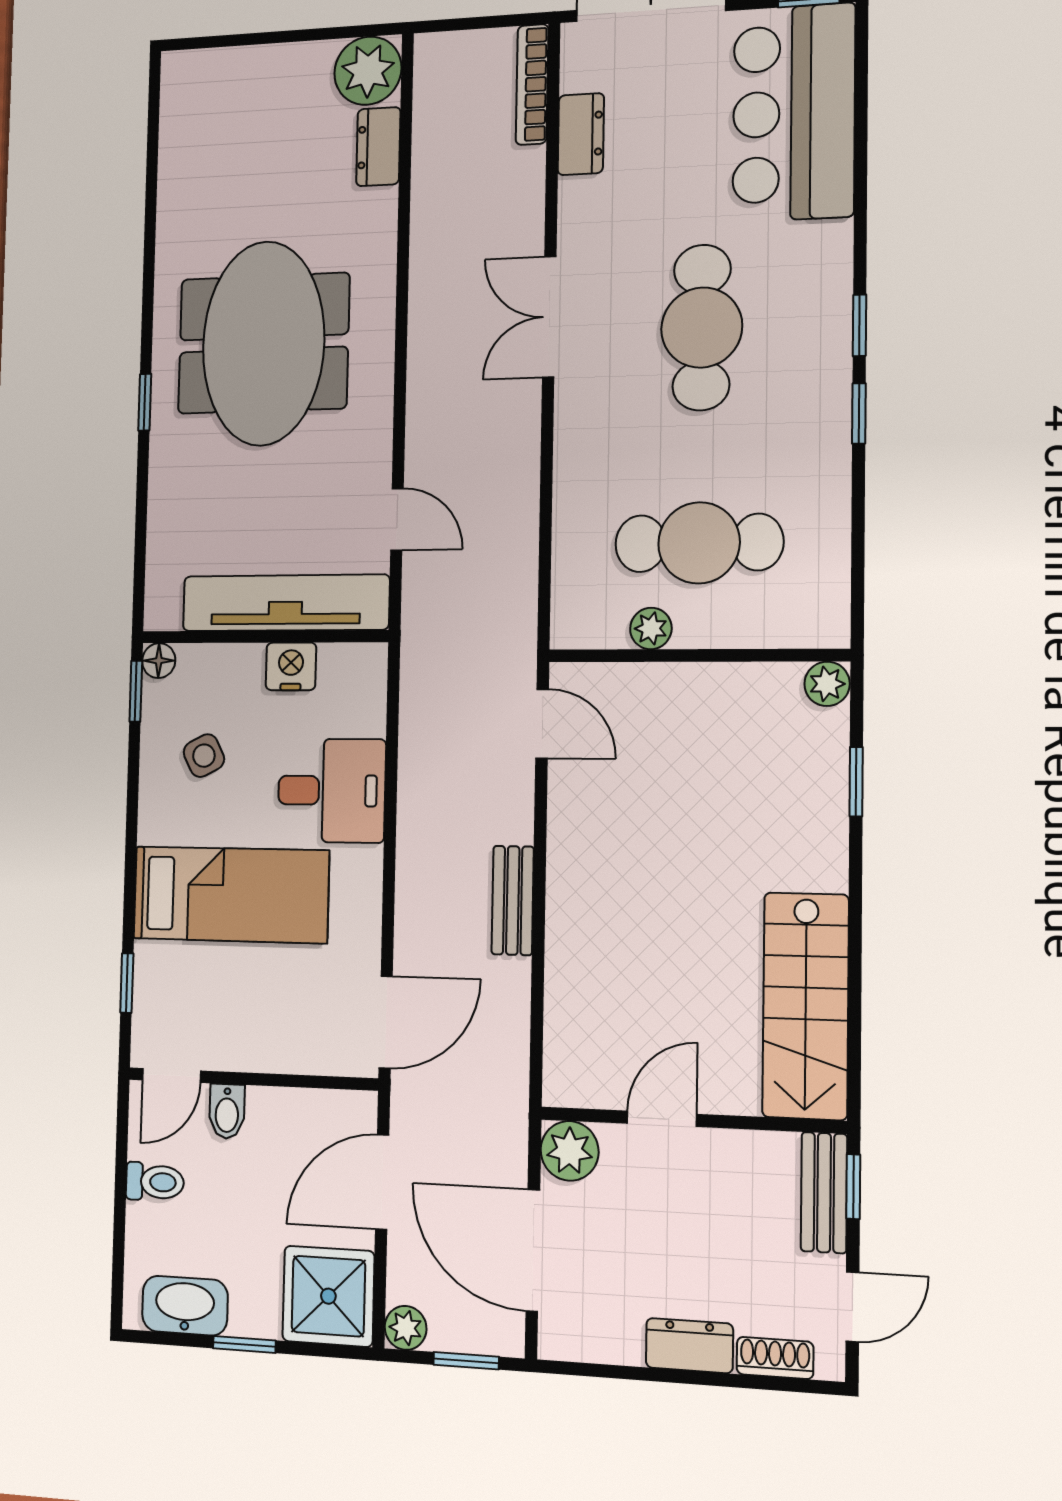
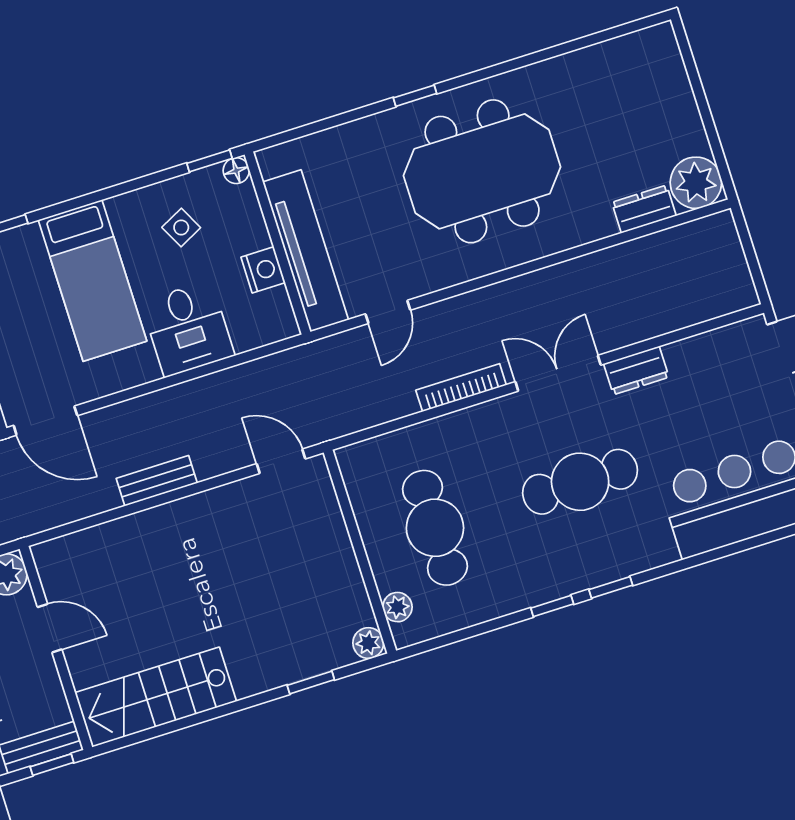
bookcase: (532, 85) -> (461, 388), moved
dresser: (581, 134) -> (636, 370), moved
plant: (651, 628) -> (397, 607), moved
door: (542, 724) -> (281, 461), swing flipped

